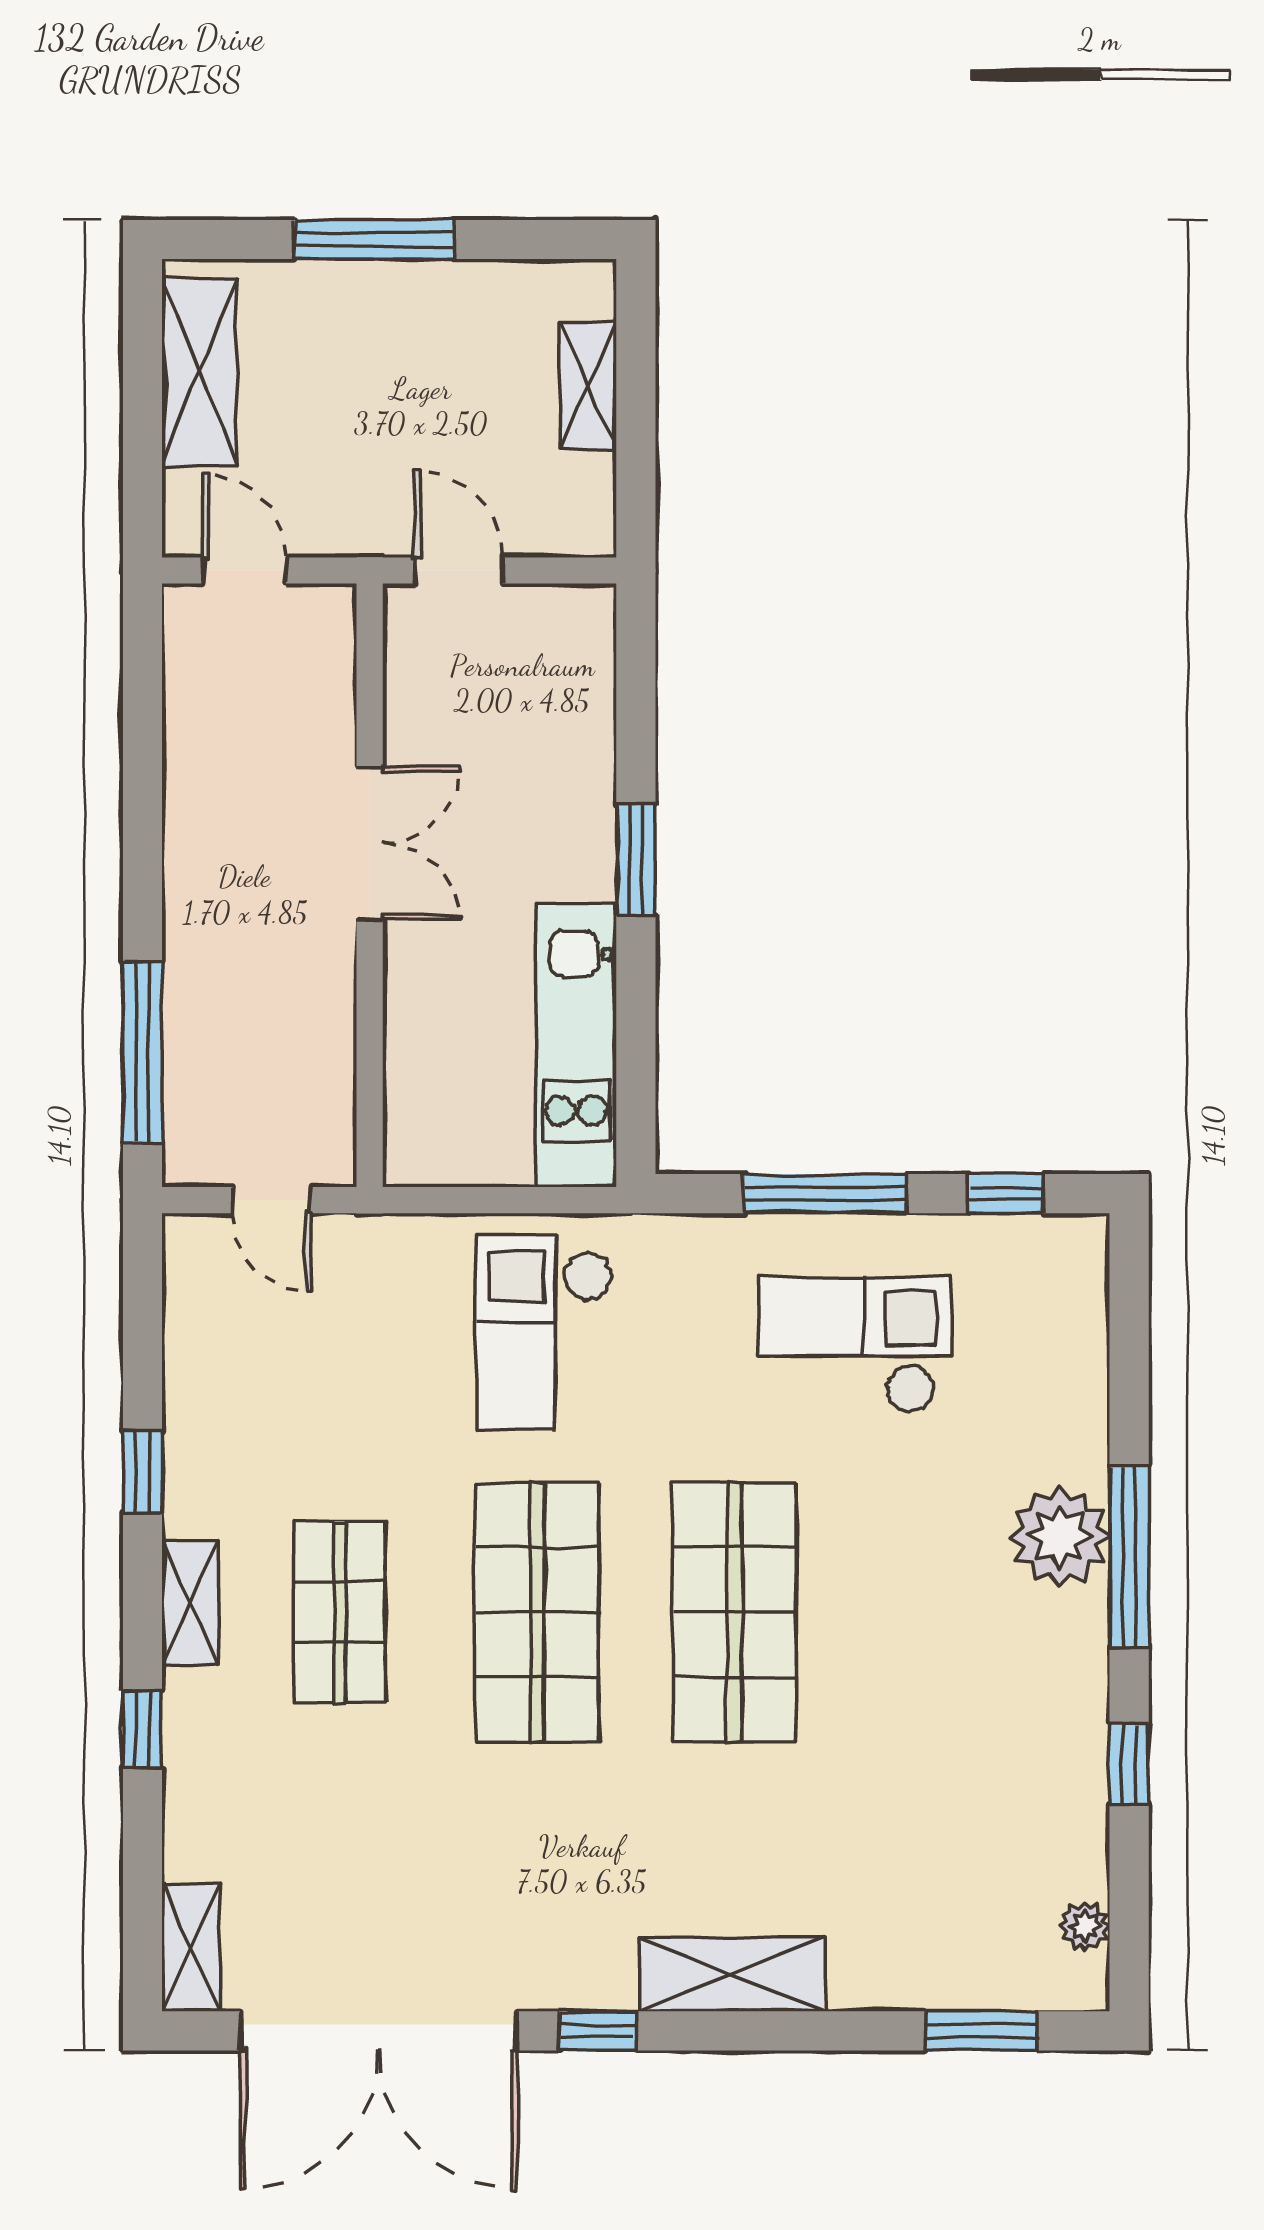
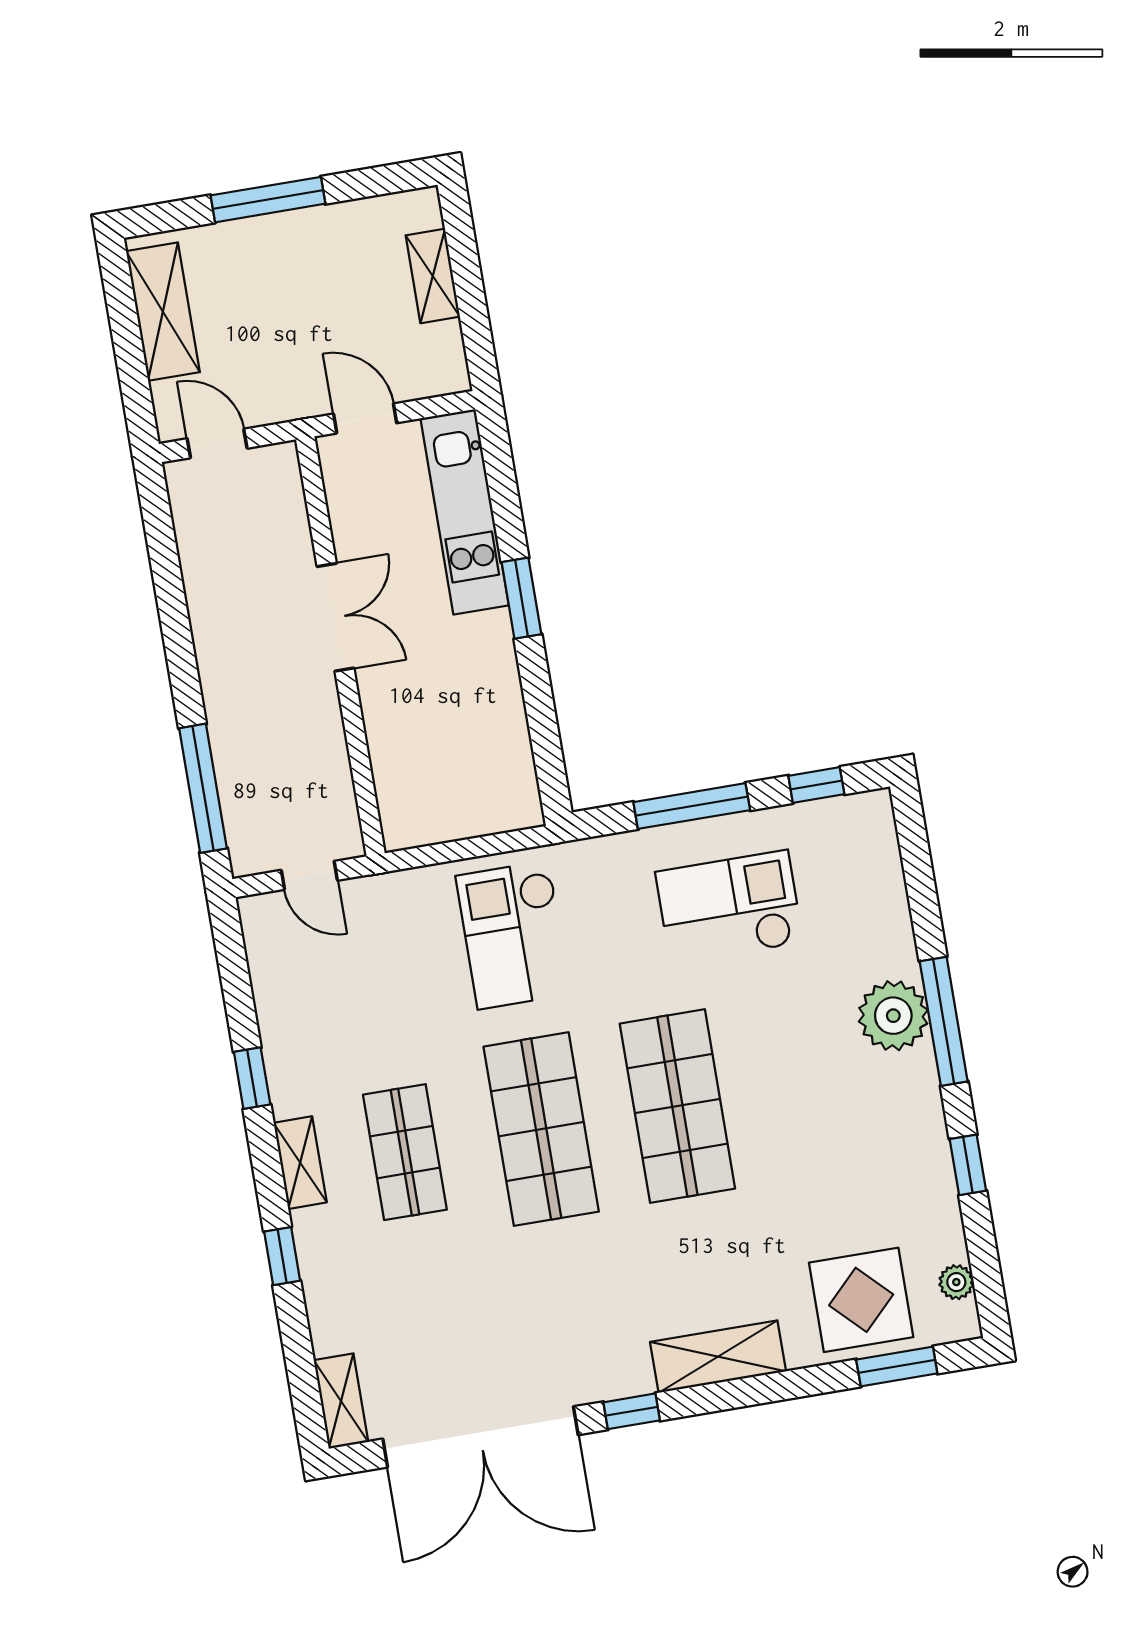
kitchen unit: (576, 1045) -> (465, 512), moved
display table: (947, 1929) -> (861, 1300), added

